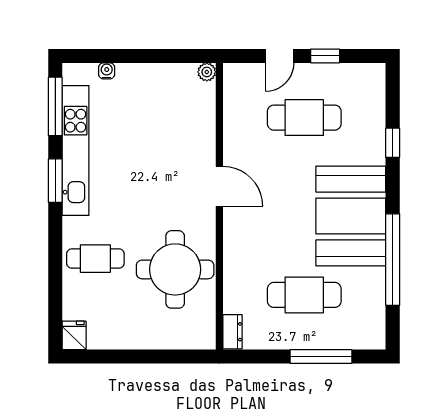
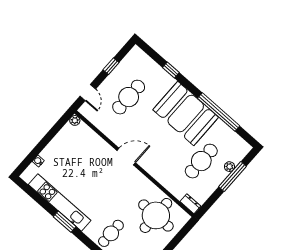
door: (280, 56) -> (88, 93), moved
window: (55, 106) -> (34, 195), removed
round table: (175, 269) -> (156, 215), moved
plant: (331, 341) -> (229, 167), added

